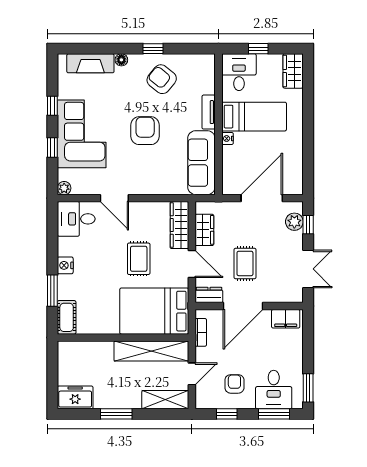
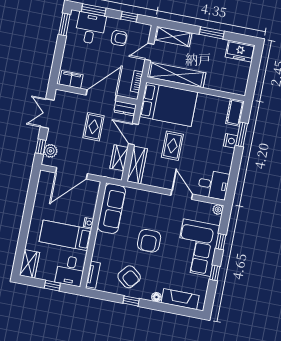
tv unit: (209, 112) -> (93, 275), moved
nightstand: (65, 265) -> (230, 141), moved
armchair: (234, 384) -> (119, 38), turned -90

